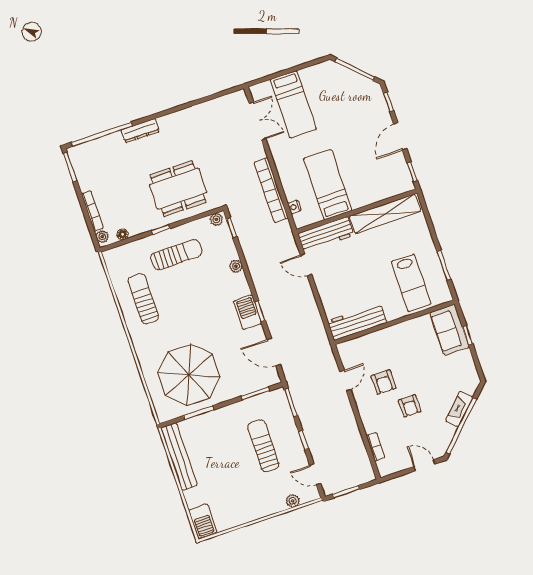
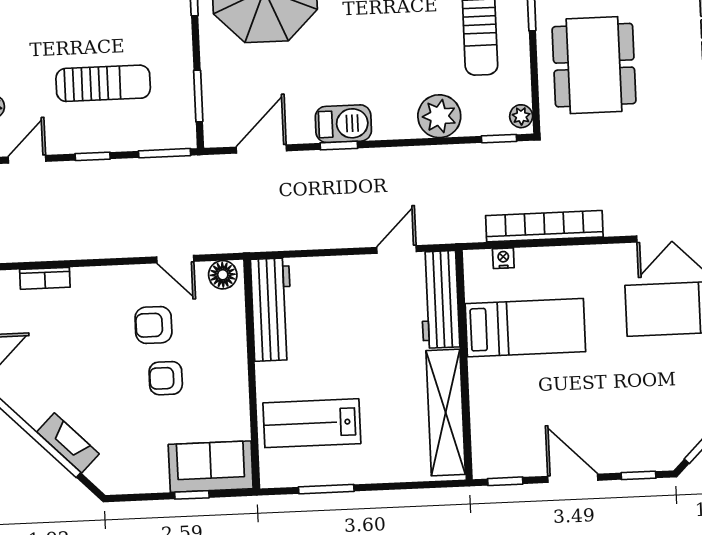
plant: (236, 266) -> (439, 116), width x1.87, depth x1.87
floor lamp: (346, 353) -> (223, 275), added
armchair: (410, 406) -> (166, 378), moved

